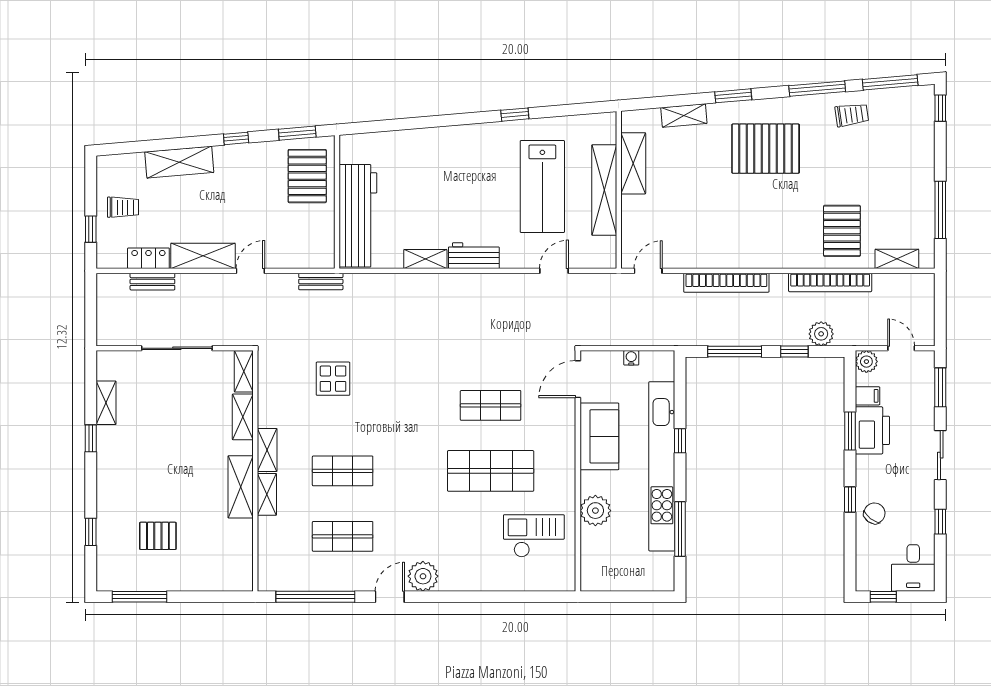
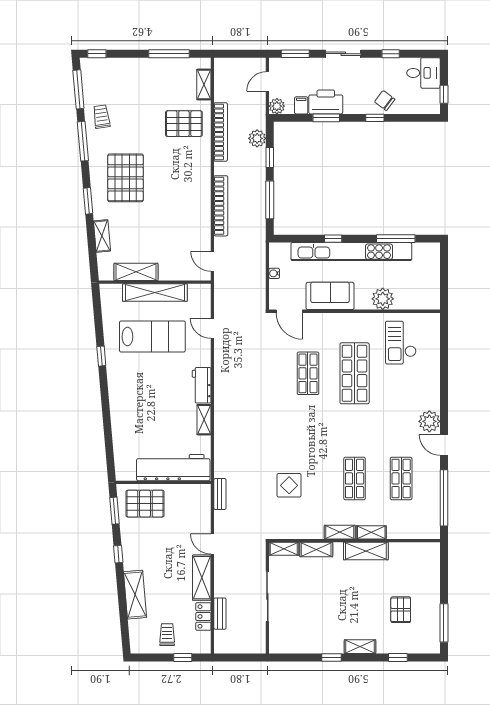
shelving: (106, 403) -> (360, 647), moved

